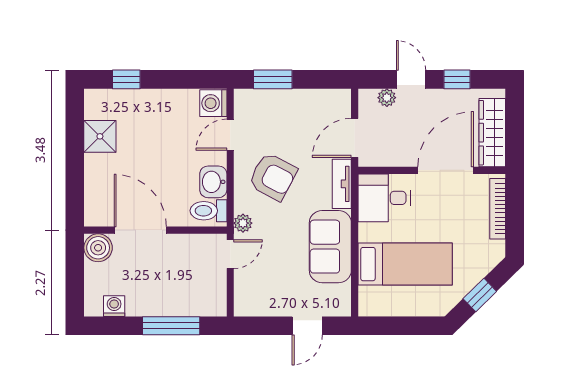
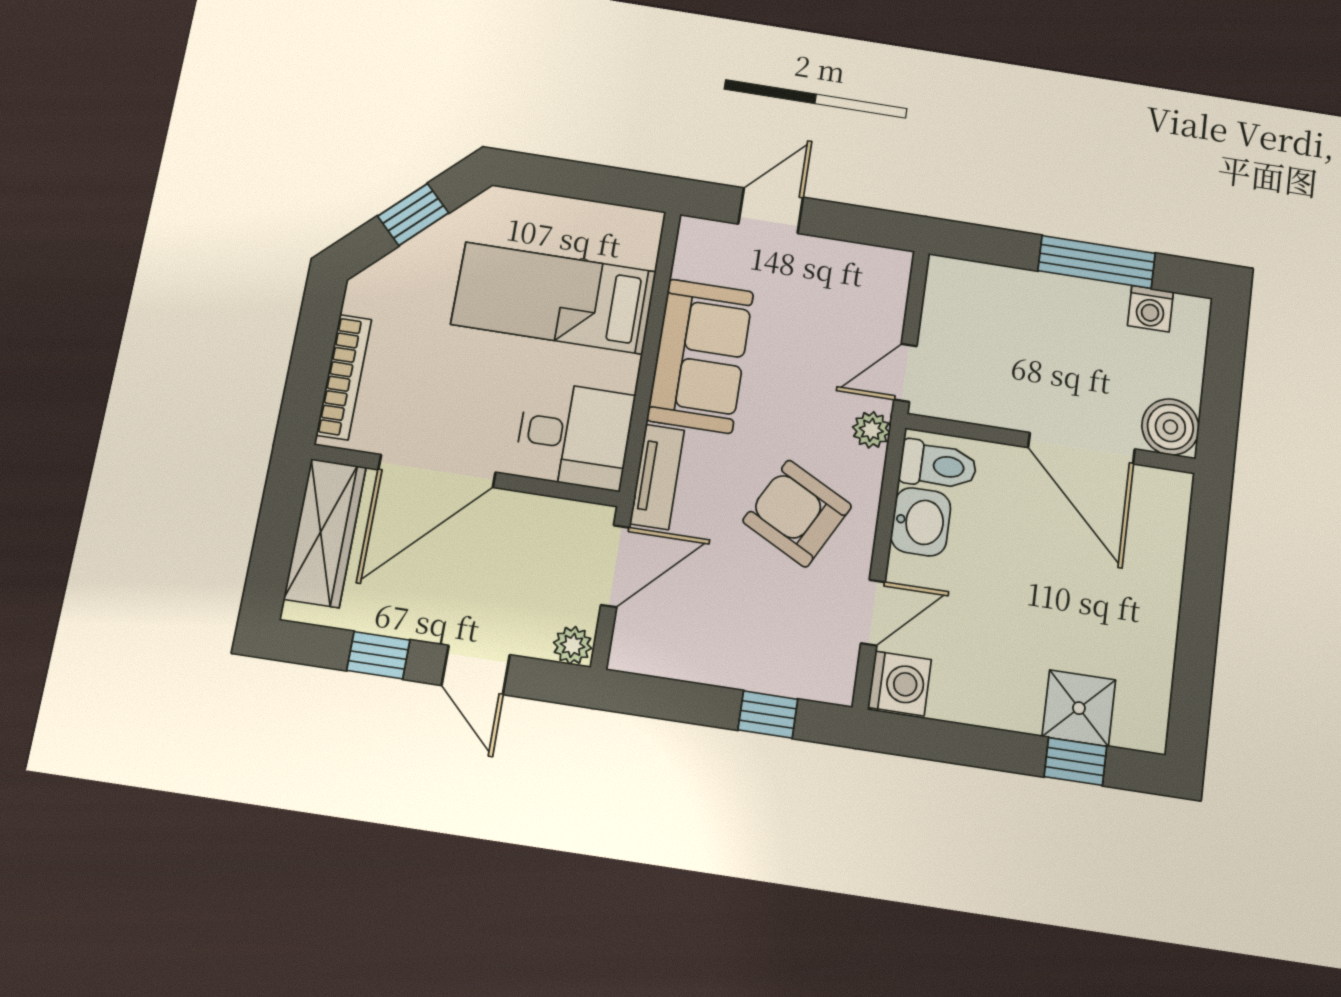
window: (273, 79) -> (768, 715), width x0.67
plant: (387, 98) -> (573, 645), moved
shower: (100, 136) -> (1079, 708), moved
window: (171, 326) -> (1097, 262), moved

